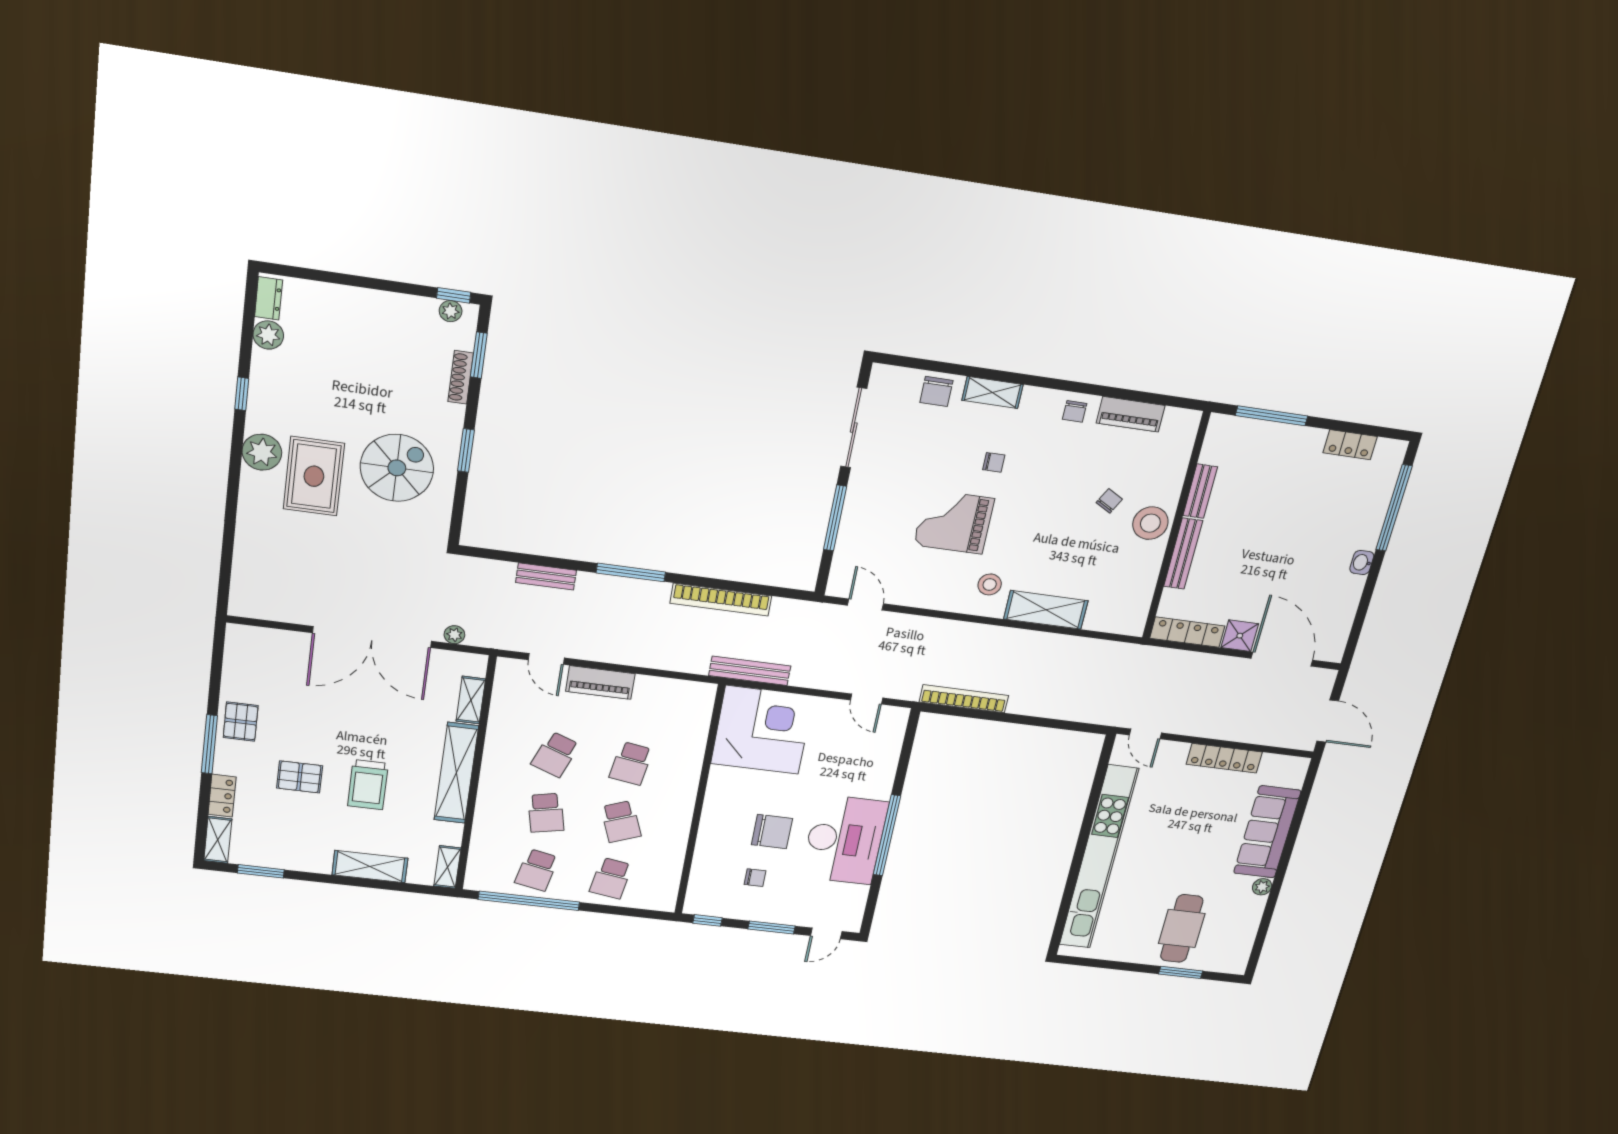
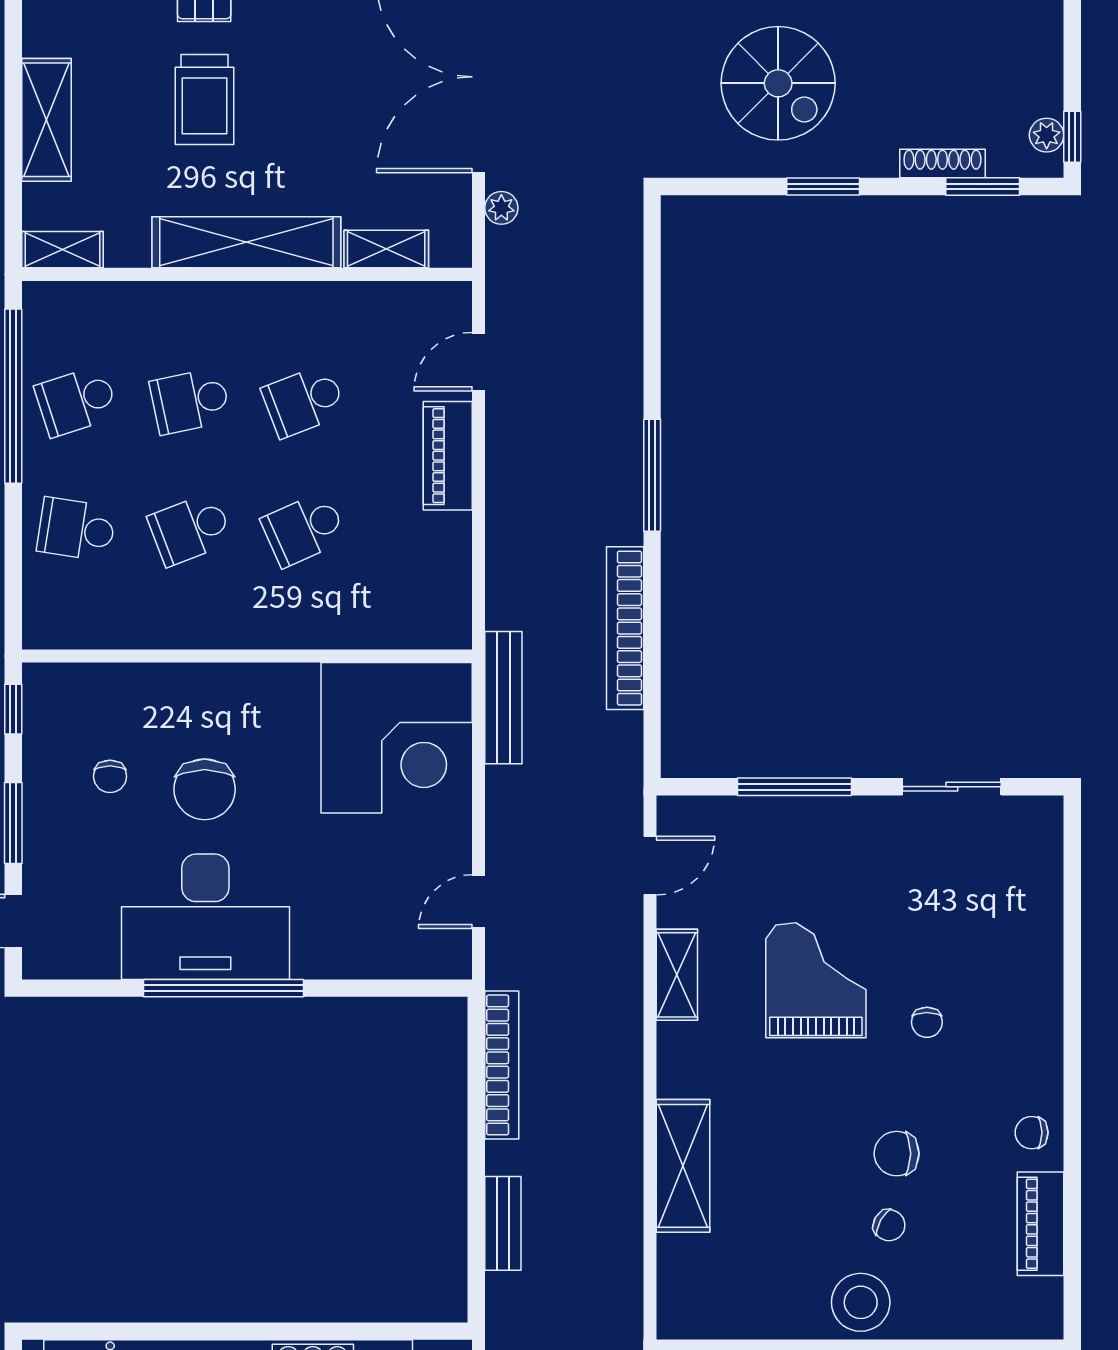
chair: (936, 391) -> (897, 1154), moved
shelving: (992, 392) -> (677, 975), moved
sliding door: (854, 428) -> (952, 787), width x0.73
bench: (546, 576) -> (503, 1223), moved
stool: (990, 584) -> (715, 1063), removed
school desk: (555, 754) -> (304, 401), turned -42
school desk: (631, 763) -> (304, 529), turned -33
trolley: (368, 785) -> (204, 100), turned -90
school desk: (537, 870) -> (76, 401), turned -30

